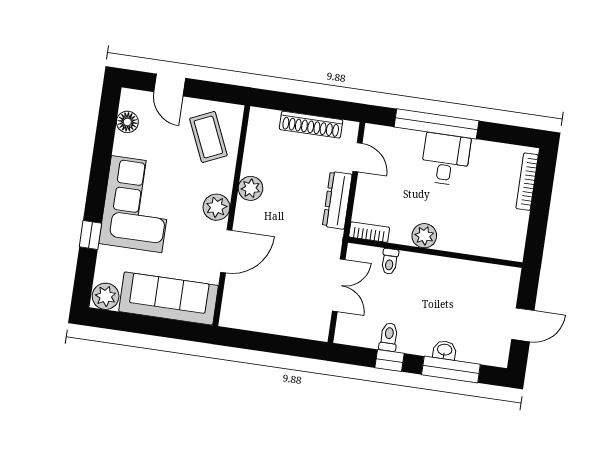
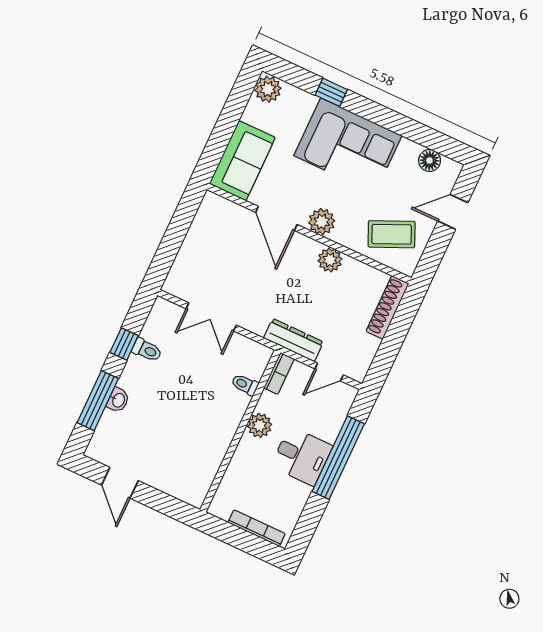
shoe rack: (311, 125) -> (388, 307), moved
bookcase: (369, 232) -> (279, 373), moved
plant: (424, 236) -> (260, 425), moved
wall: (435, 253) -> (240, 431), moved
toilet: (390, 261) -> (245, 385), moved
sofa: (169, 298) -> (242, 161), width x0.73

